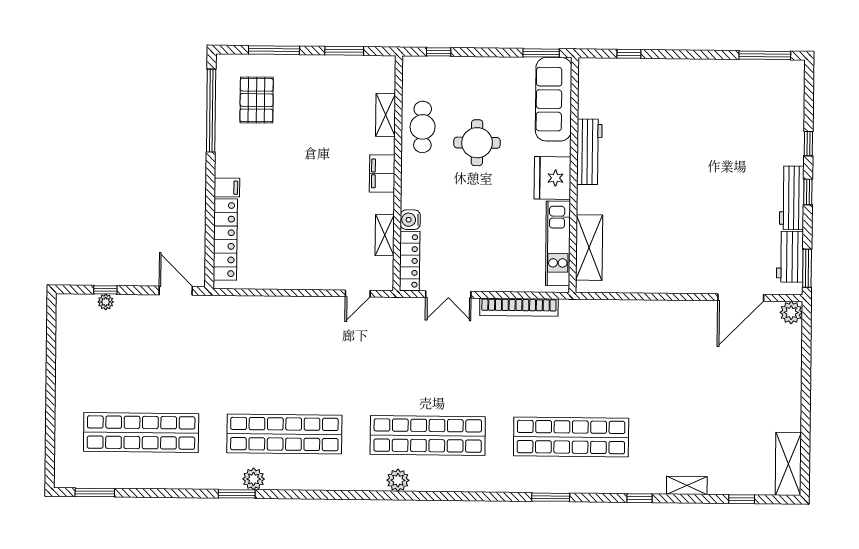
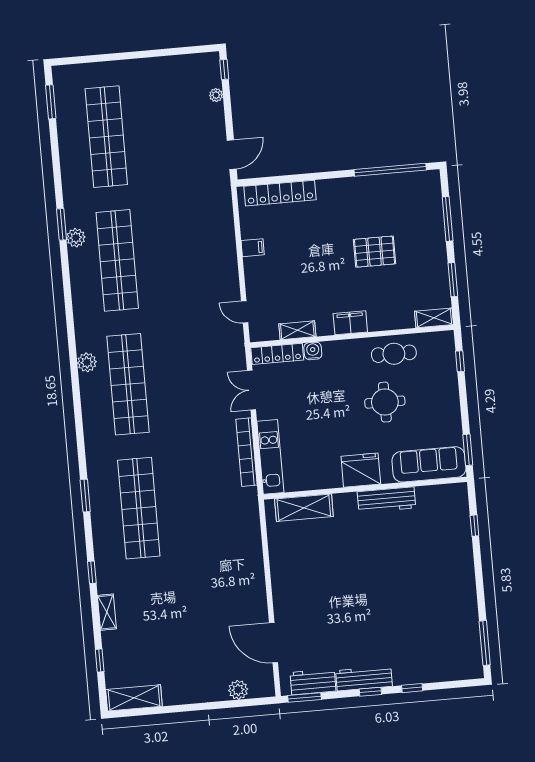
pallet: (257, 100) -> (375, 252), moved
shelving: (386, 115) -> (434, 318), moved
filing cabinet: (227, 188) -> (253, 248), moved, turned -90
kitchen unit: (558, 243) -> (270, 457), moved, turned 90
window: (105, 290) -> (224, 69), moved
plant: (791, 313) -> (238, 690), moved

